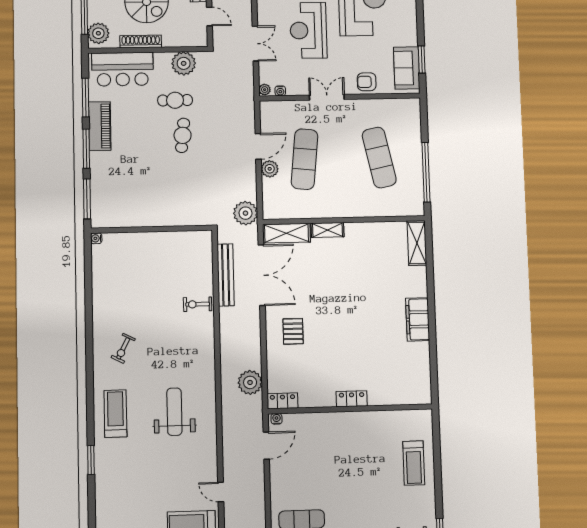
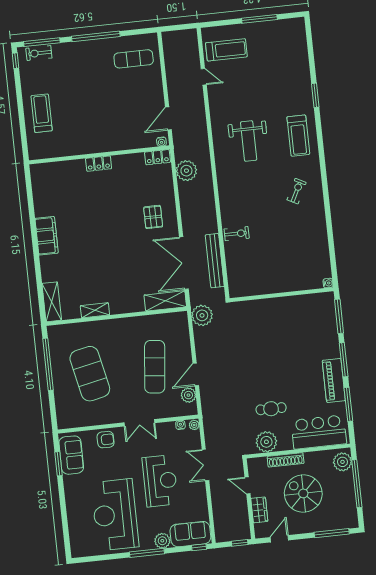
shoe rack: (141, 42) -> (286, 460), moved
cafe table: (183, 135) -> (262, 378), removed
exercise mat: (379, 158) -> (90, 374), width x1.47
plant: (270, 169) -> (188, 395), moved
shelving: (327, 230) -> (95, 310), moved

